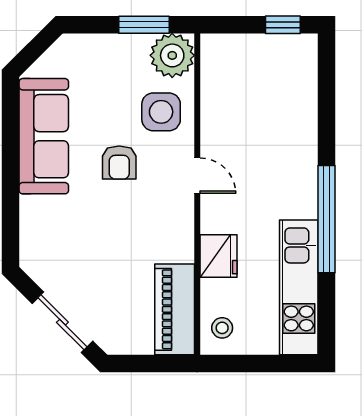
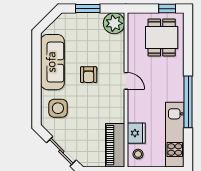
window: (144, 25) -> (88, 9), moved
dining table: (271, 85) -> (162, 38), added
side table: (161, 112) -> (58, 108), moved
fridge: (219, 256) -> (136, 133), moved

